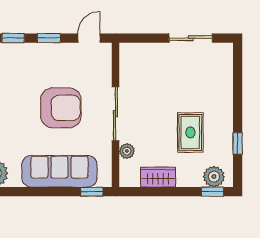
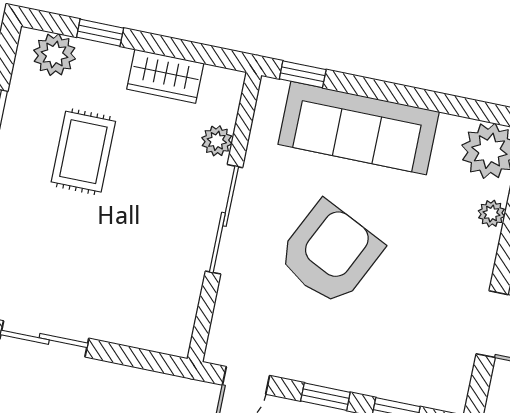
armchair: (61, 108) -> (330, 253), turned 116
window: (213, 192) -> (100, 33), moved

